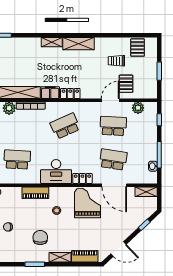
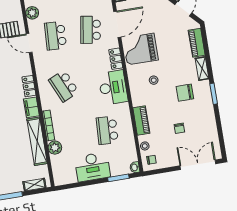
piano: (35, 193) -> (141, 121), moved

